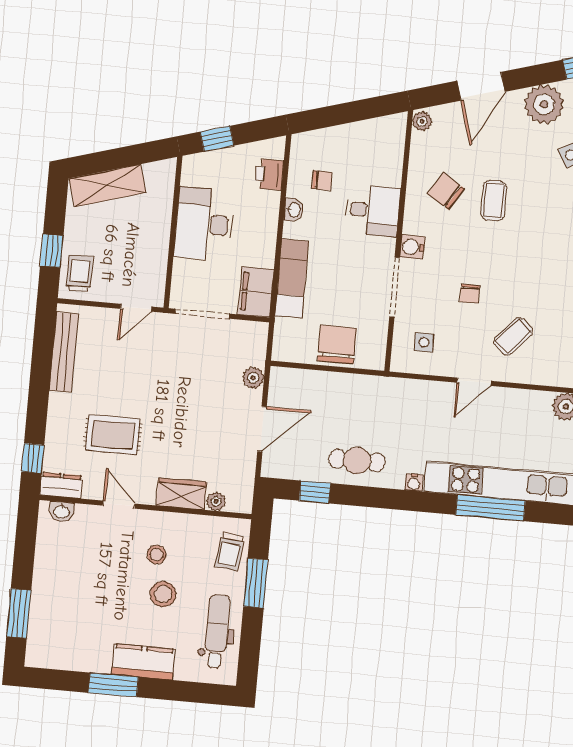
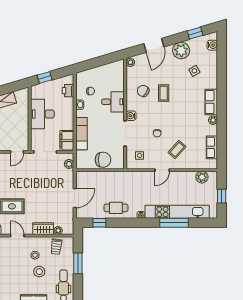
chair: (337, 344) -> (103, 160), turned 90
plant: (253, 378) -> (69, 164), moved
trolley: (230, 552) -> (56, 247), moved

